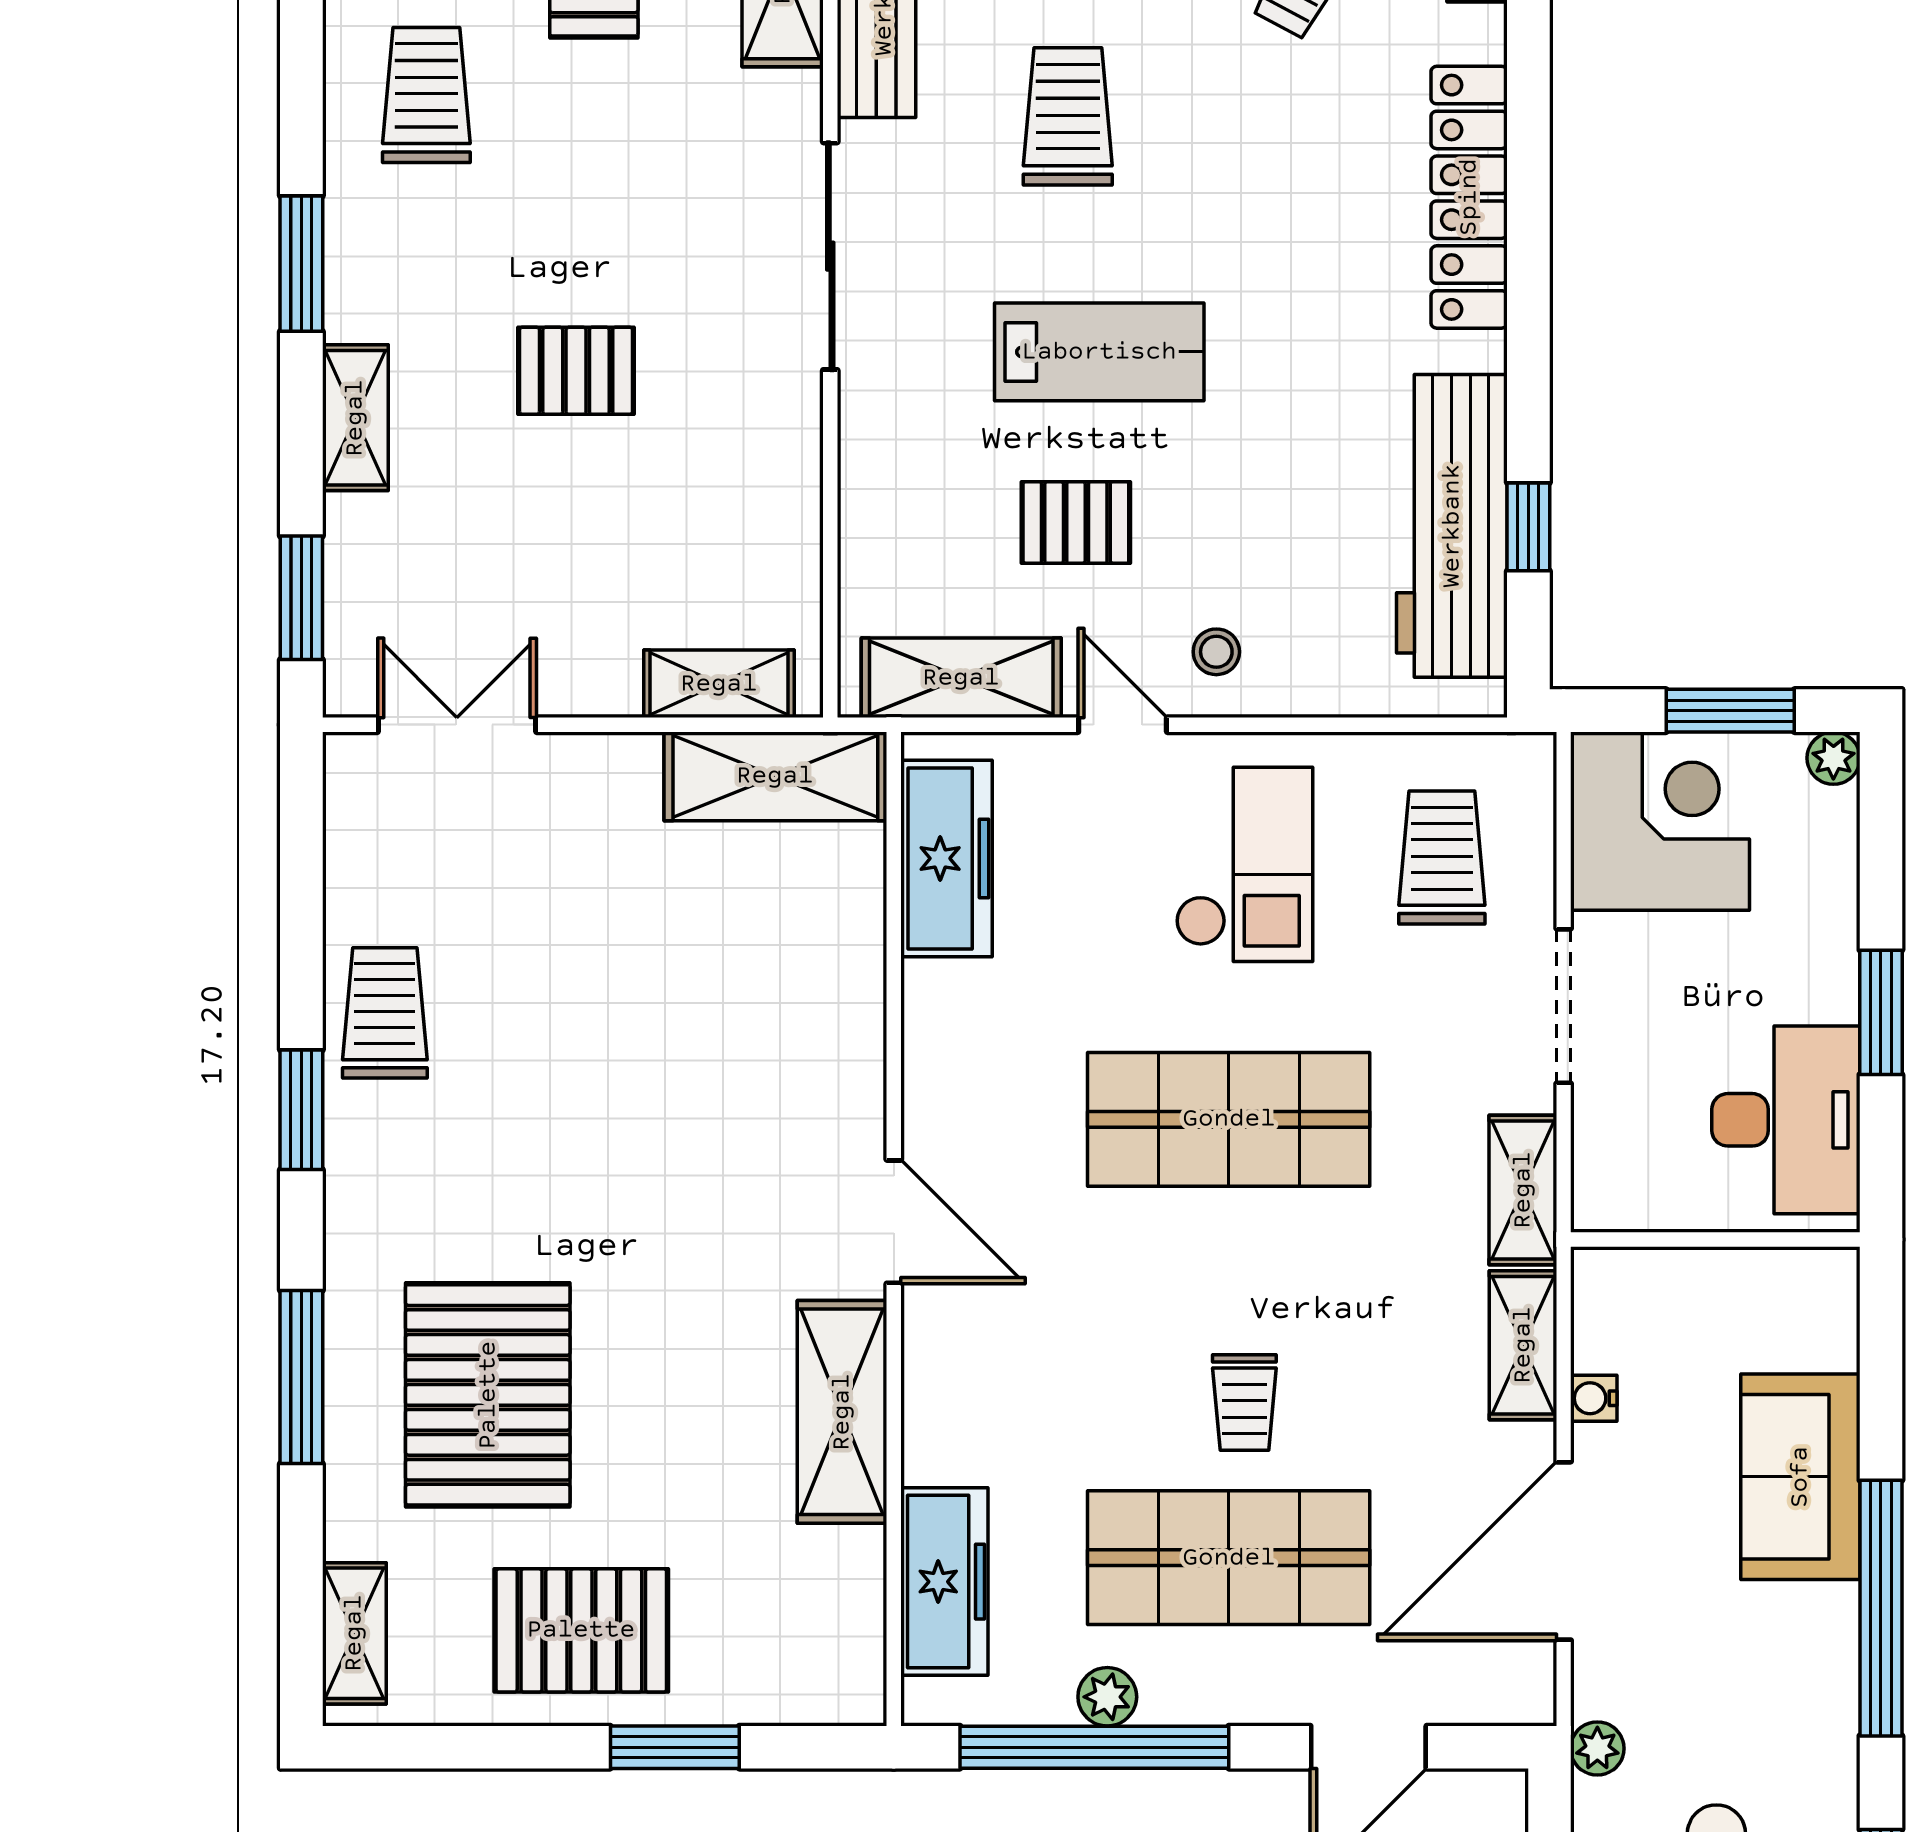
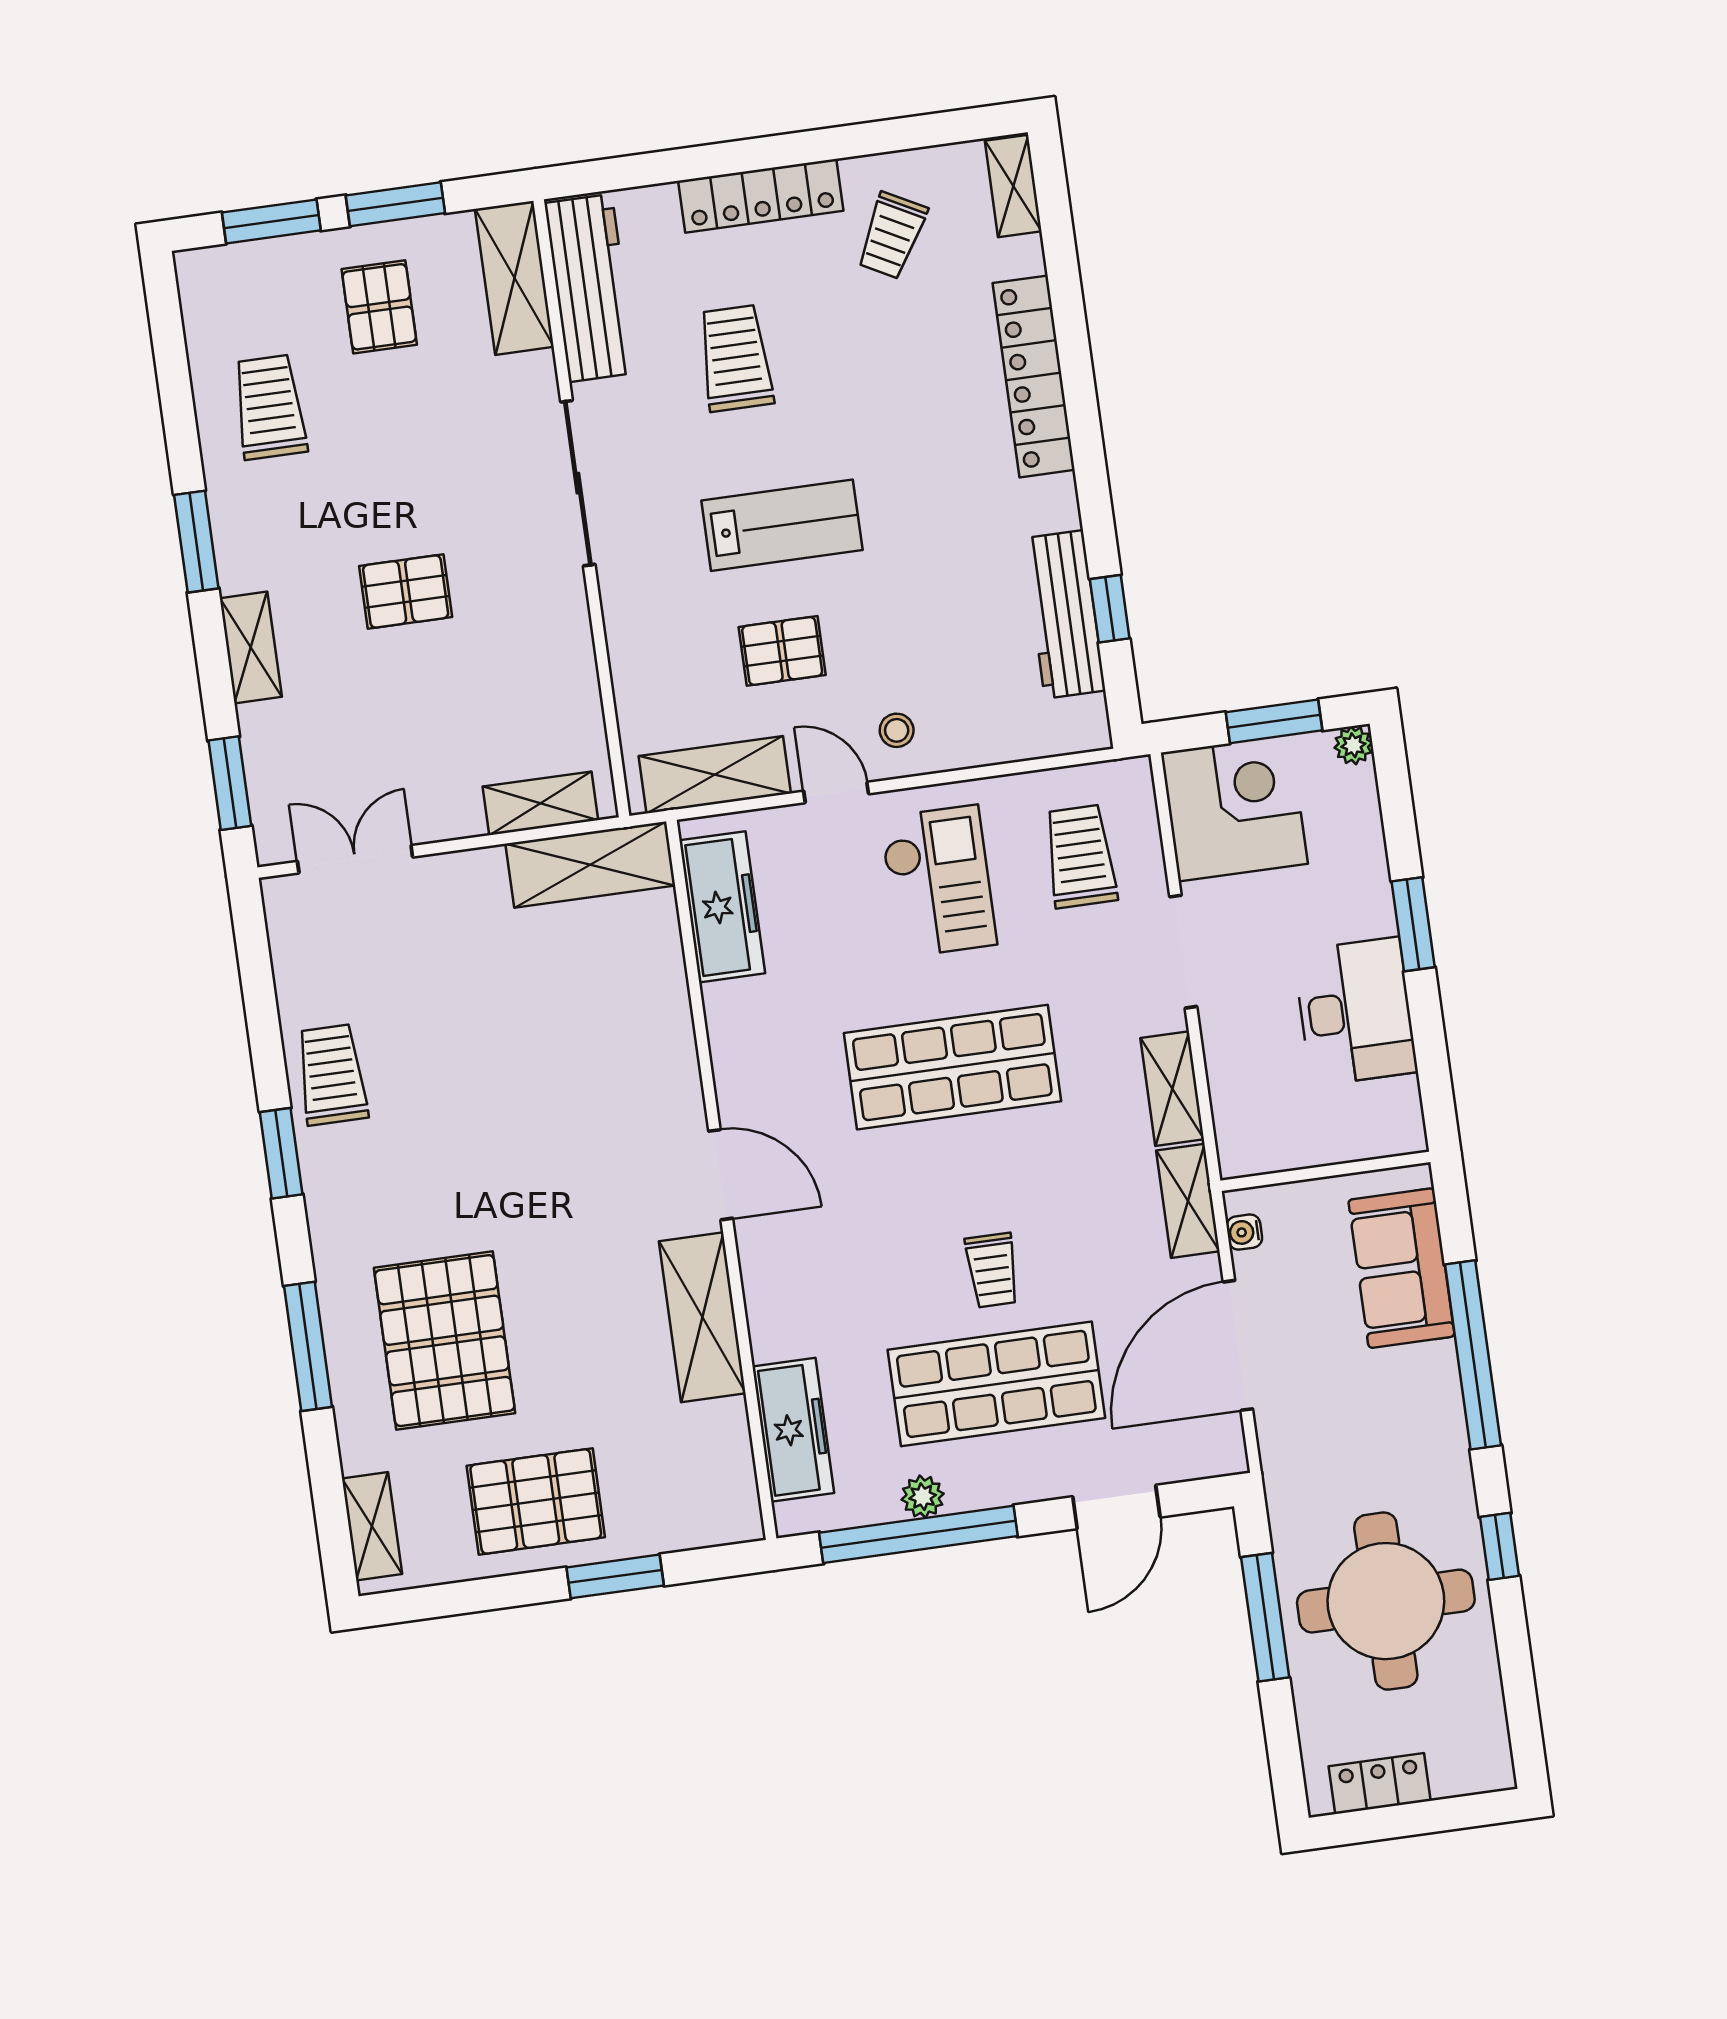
workbench: (1452, 526) -> (1064, 614), width x0.73, depth x0.76
wall: (1715, 1239) -> (1325, 1171), moved
plant: (1597, 1748) -> (1282, 1485), removed

